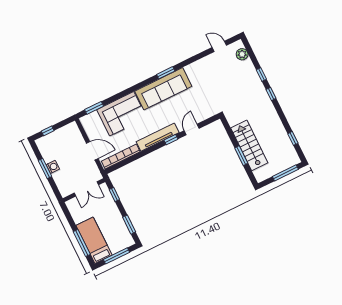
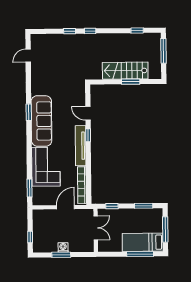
plant: (242, 54) -> (44, 39), removed

